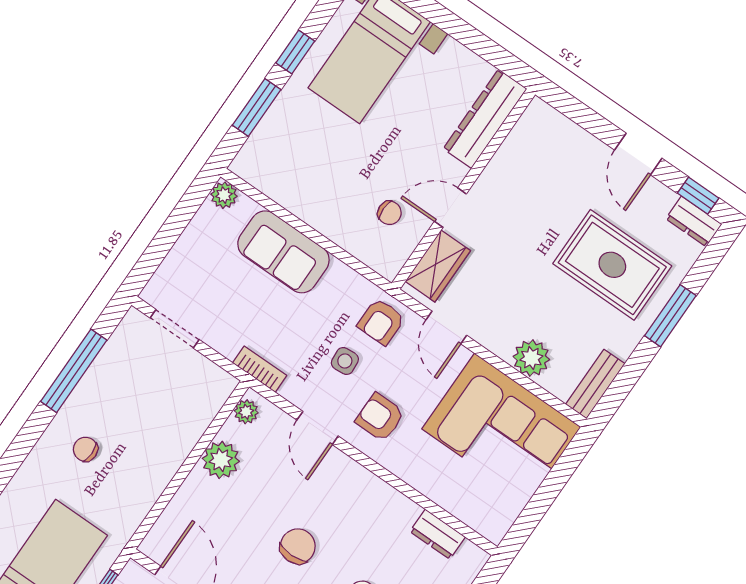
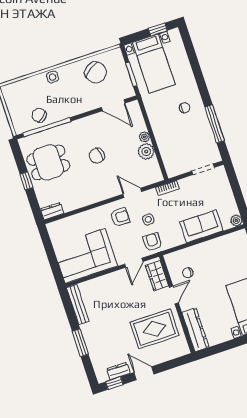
dresser: (694, 221) -> (118, 371), moved
rug: (612, 265) -> (155, 329), moved
door: (446, 327) -> (134, 263), swing flipped
plant: (531, 358) -> (101, 284), removed
bench: (595, 384) -> (78, 304), width x1.36
plant: (246, 412) -> (144, 137), moved
dresser: (438, 534) -> (52, 211), moved
chair: (298, 546) -> (97, 156), turned 78

